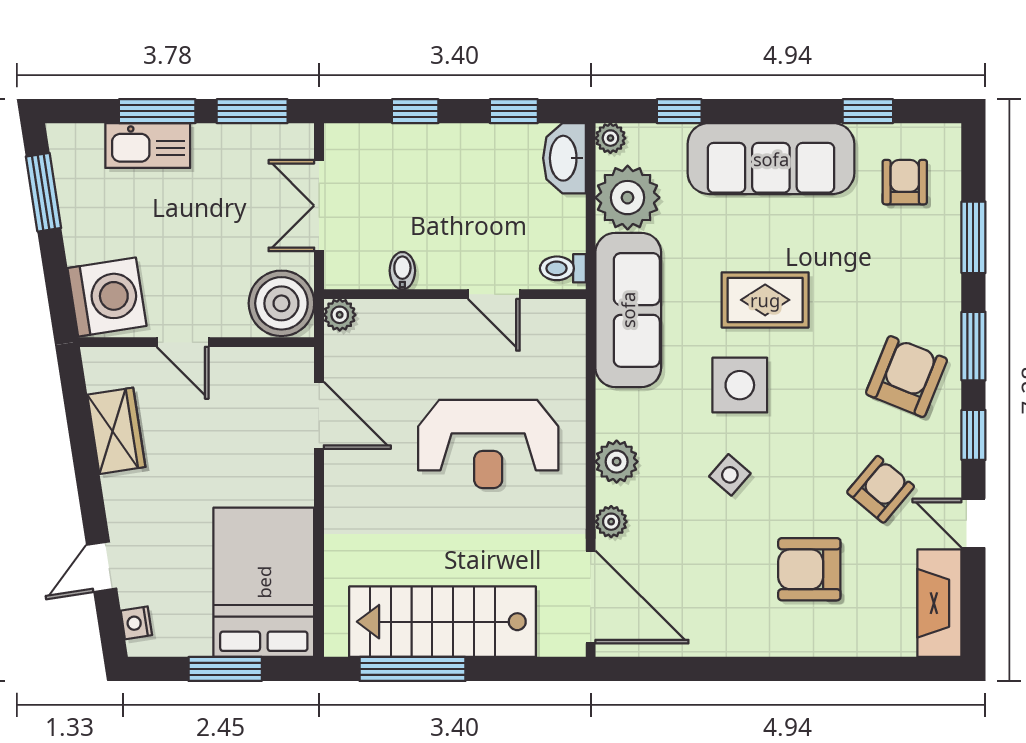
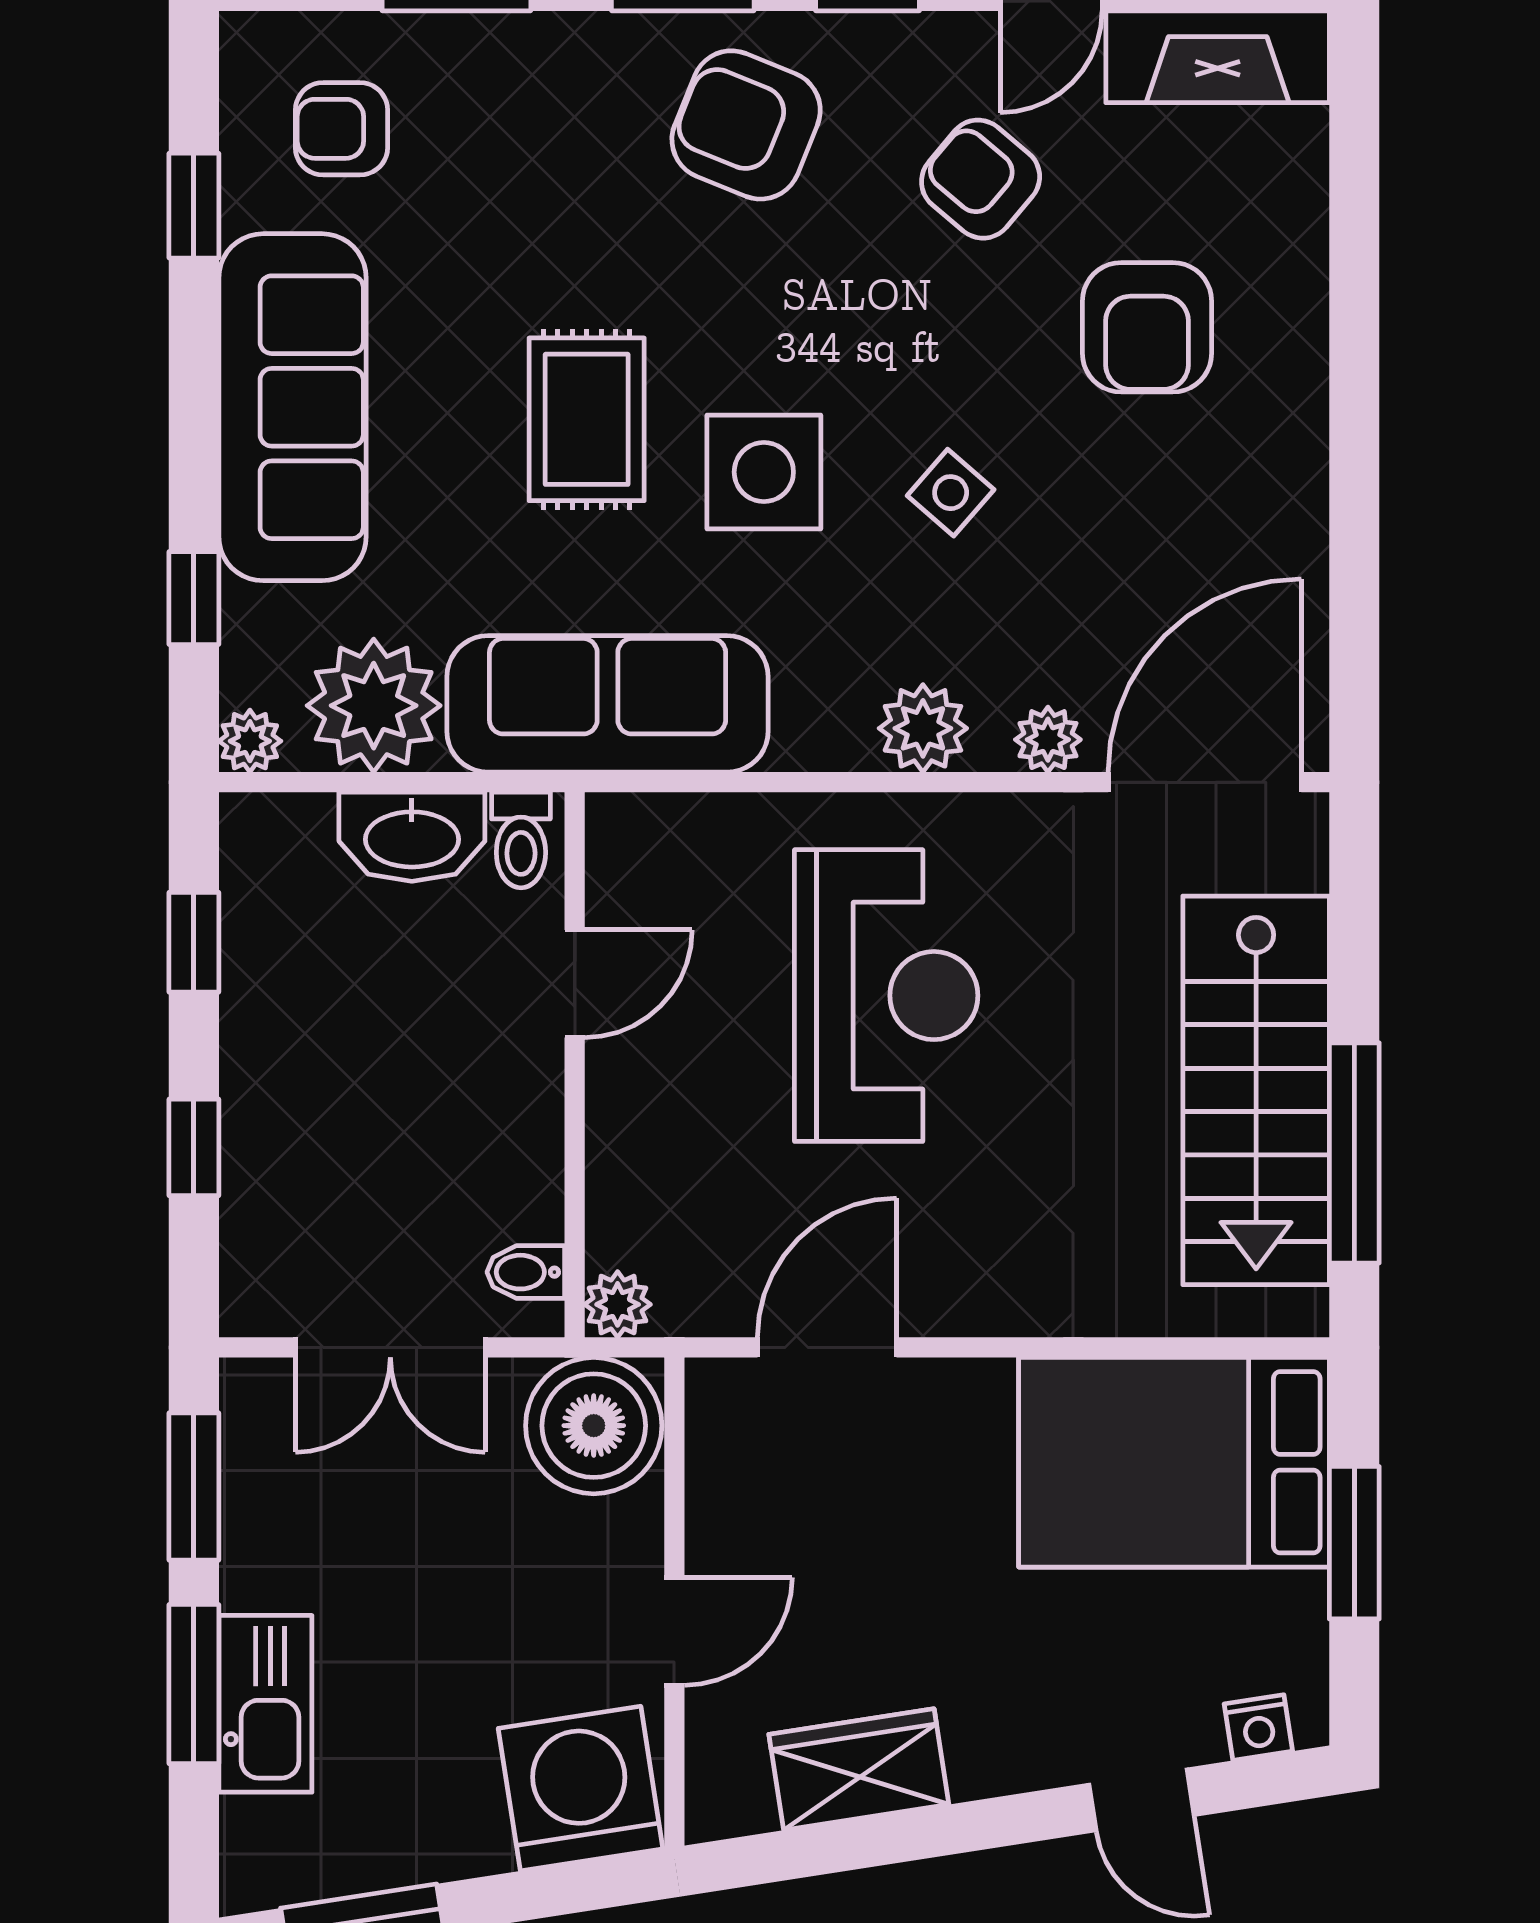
washbasin: (564, 158) -> (412, 837), moved
bidet: (402, 271) -> (526, 1272), moved

